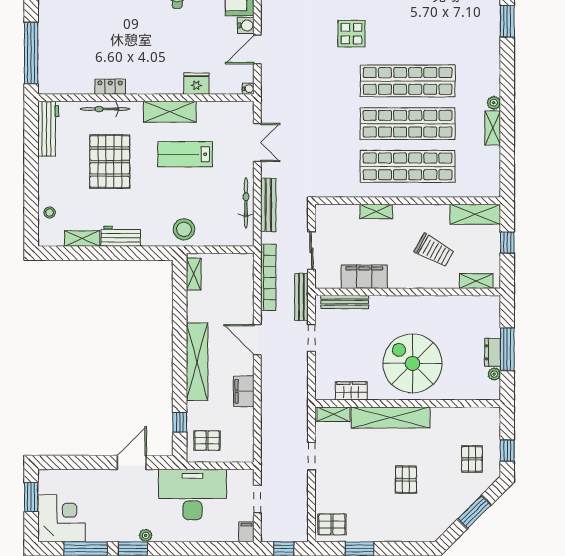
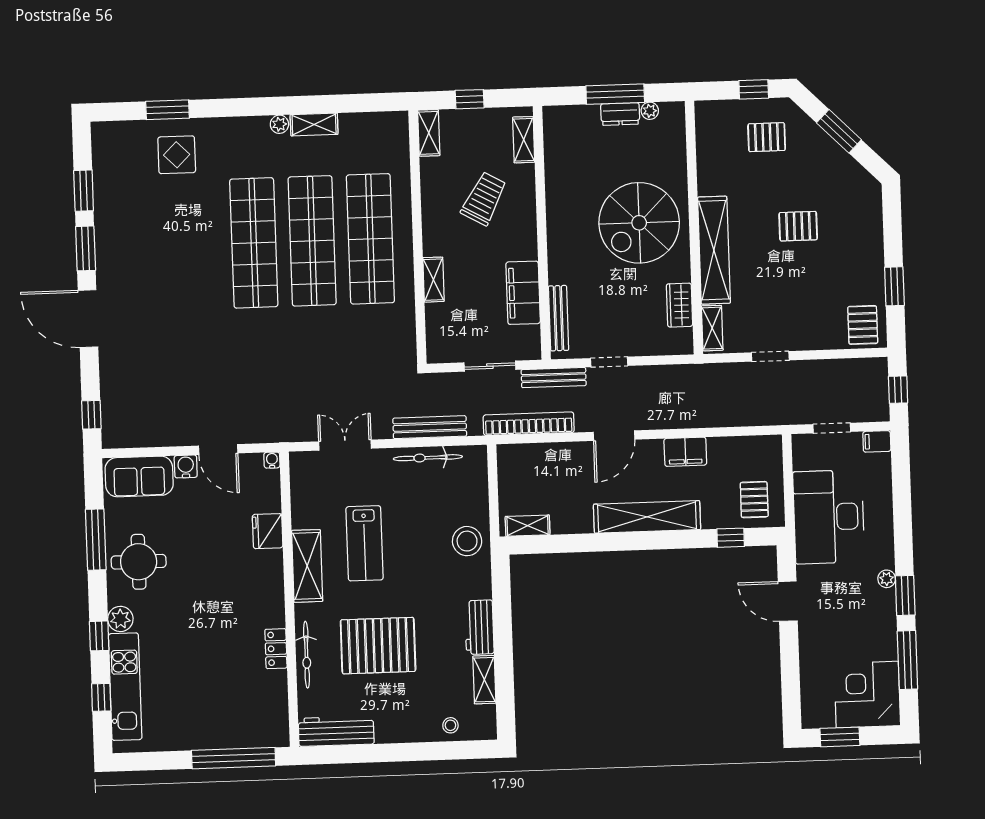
display table: (351, 34) -> (177, 155), moved
shelving: (475, 214) -> (429, 133), width x0.67, depth x0.75

